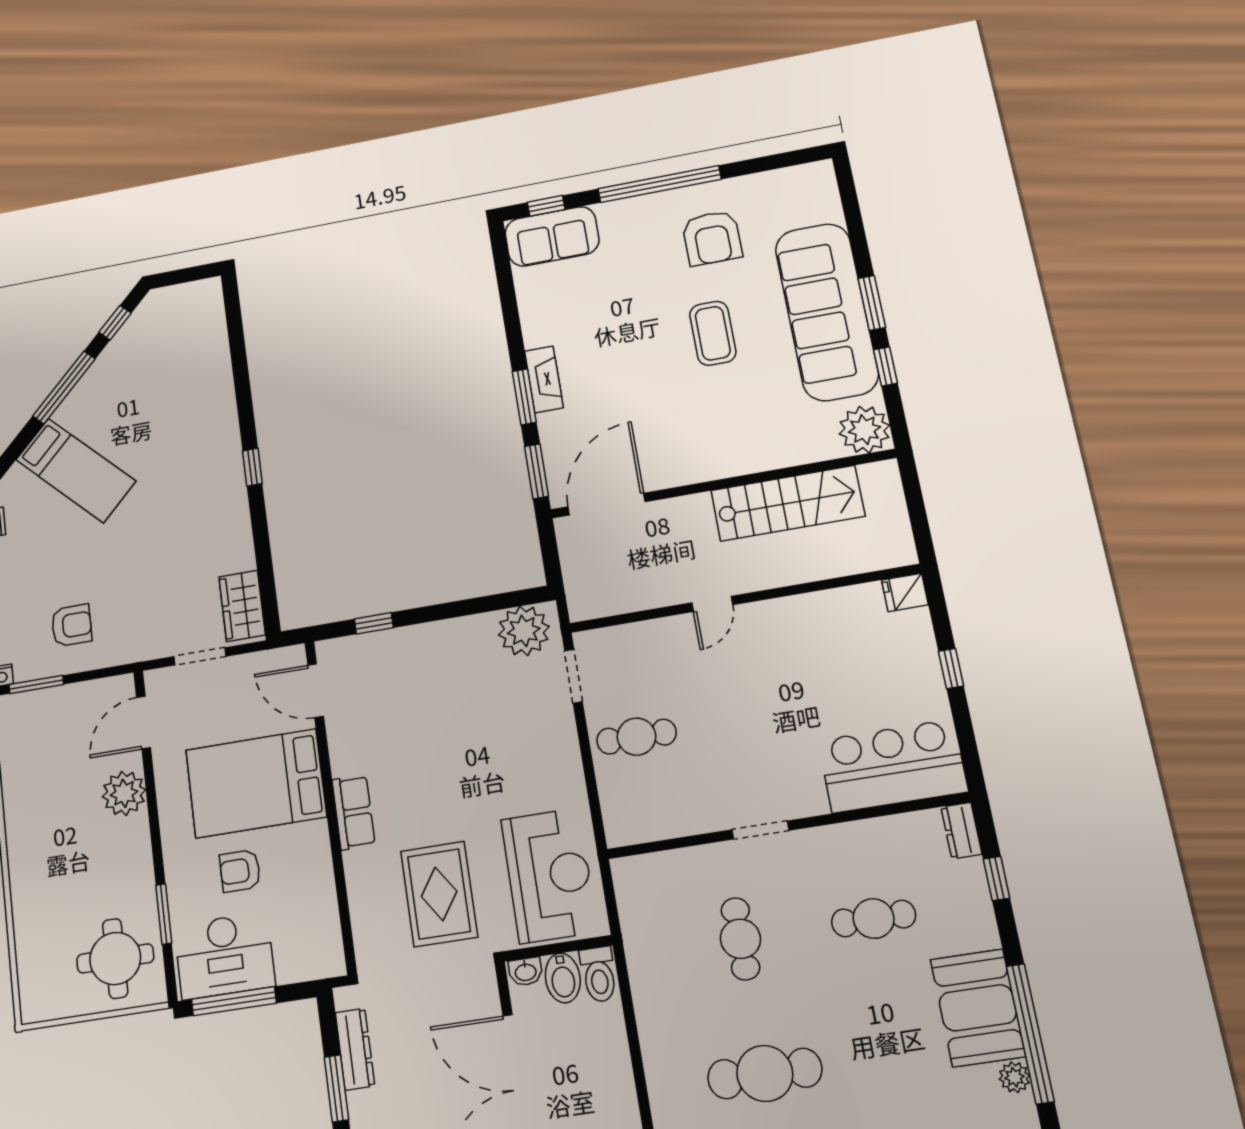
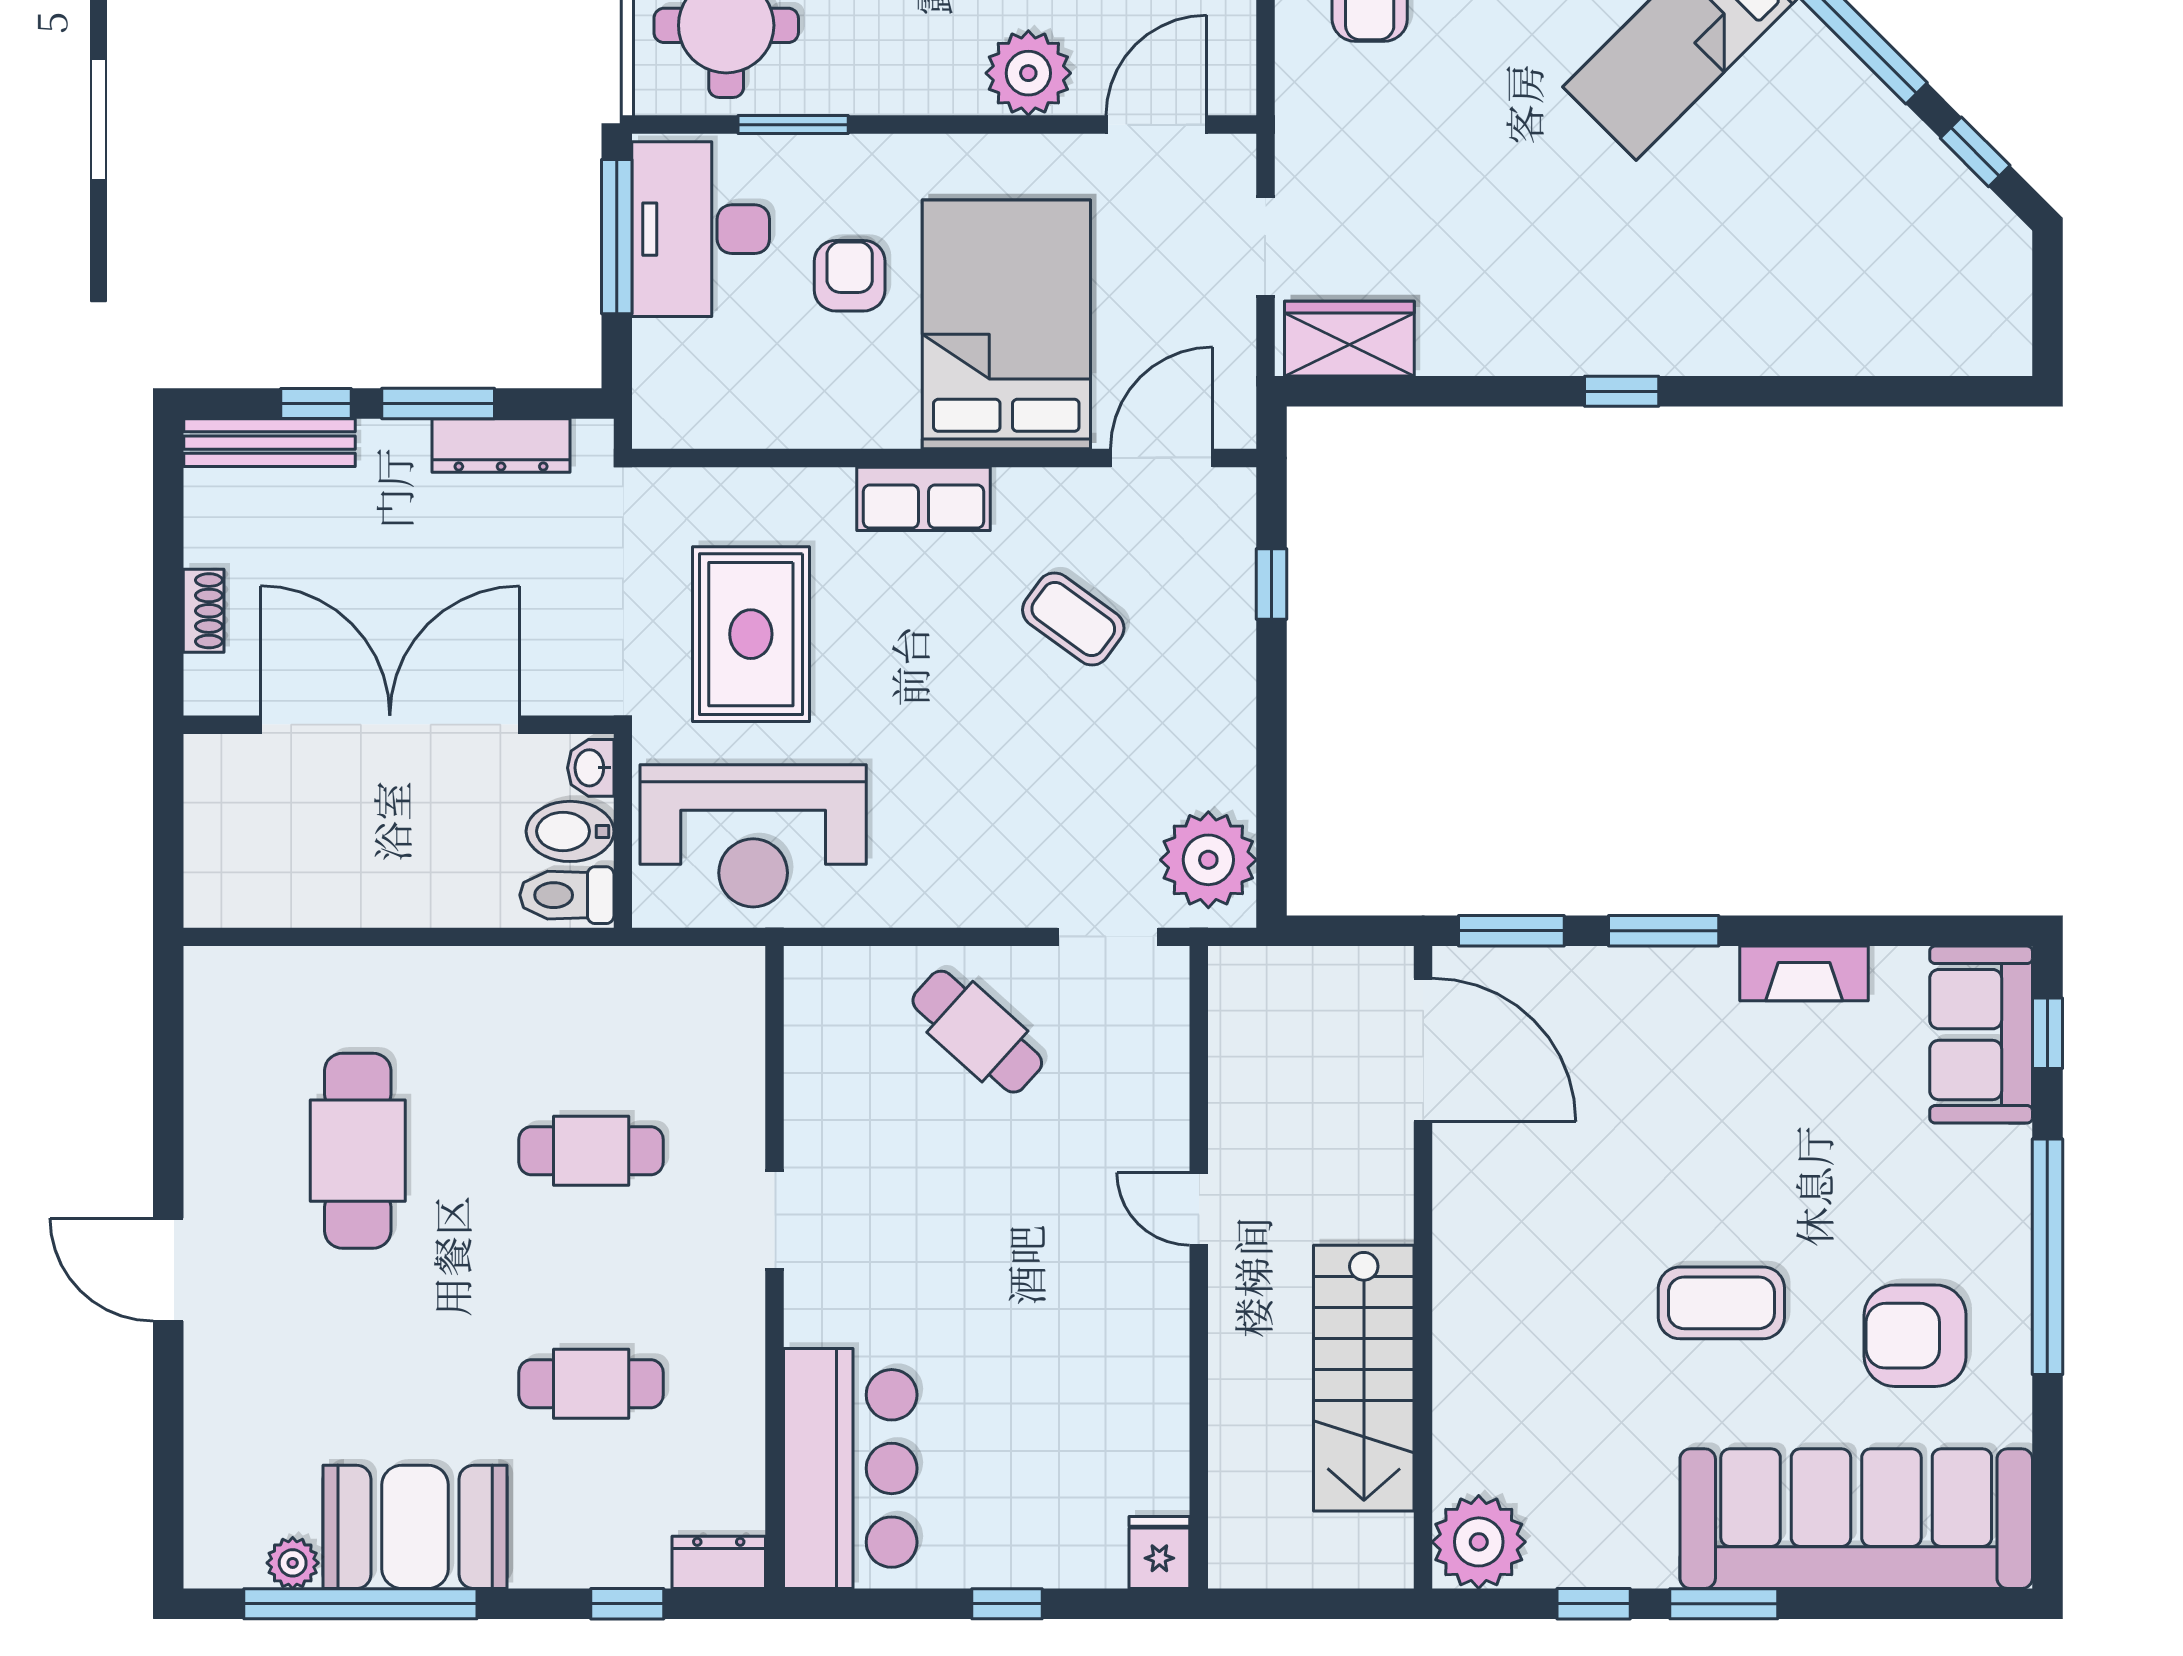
sofa: (827, 312) -> (1856, 1519), moved
fireplace: (544, 379) -> (1804, 973), moved
door: (144, 723) -> (1156, 125), hinge flipped
coffee table: (406, 723) -> (1073, 619), added
cafe table: (637, 737) -> (977, 1032), turned -48
rug: (439, 894) -> (751, 634), turned 90
cafe table: (874, 919) -> (591, 1384), turned 90

